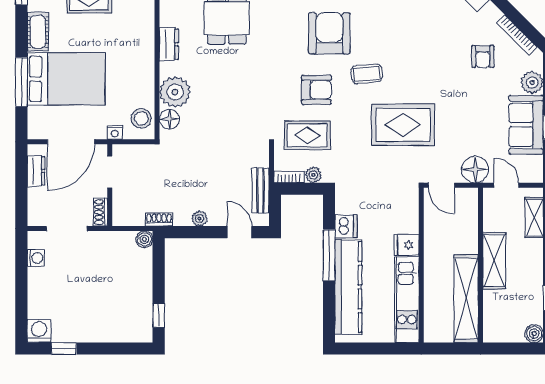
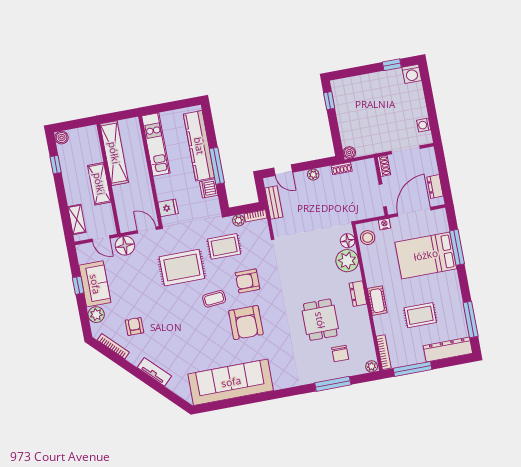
cot: (38, 32) -> (377, 301), moved
rug: (307, 135) -> (224, 246), moved
fridge: (406, 245) -> (168, 208), moved

